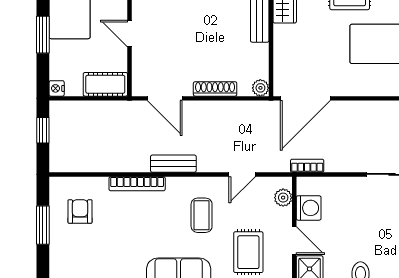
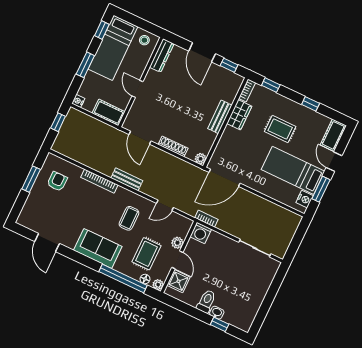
plant: (283, 198) -> (177, 243), moved
washing machine: (309, 208) -> (201, 233), moved, turned 90

